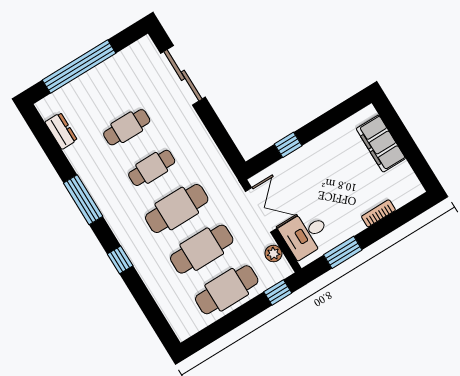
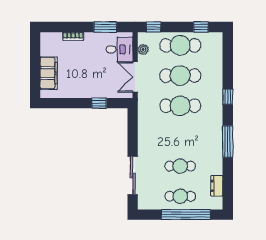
cafe table: (152, 168) -> (180, 196), moved
window: (214, 332) -> (201, 27), added

